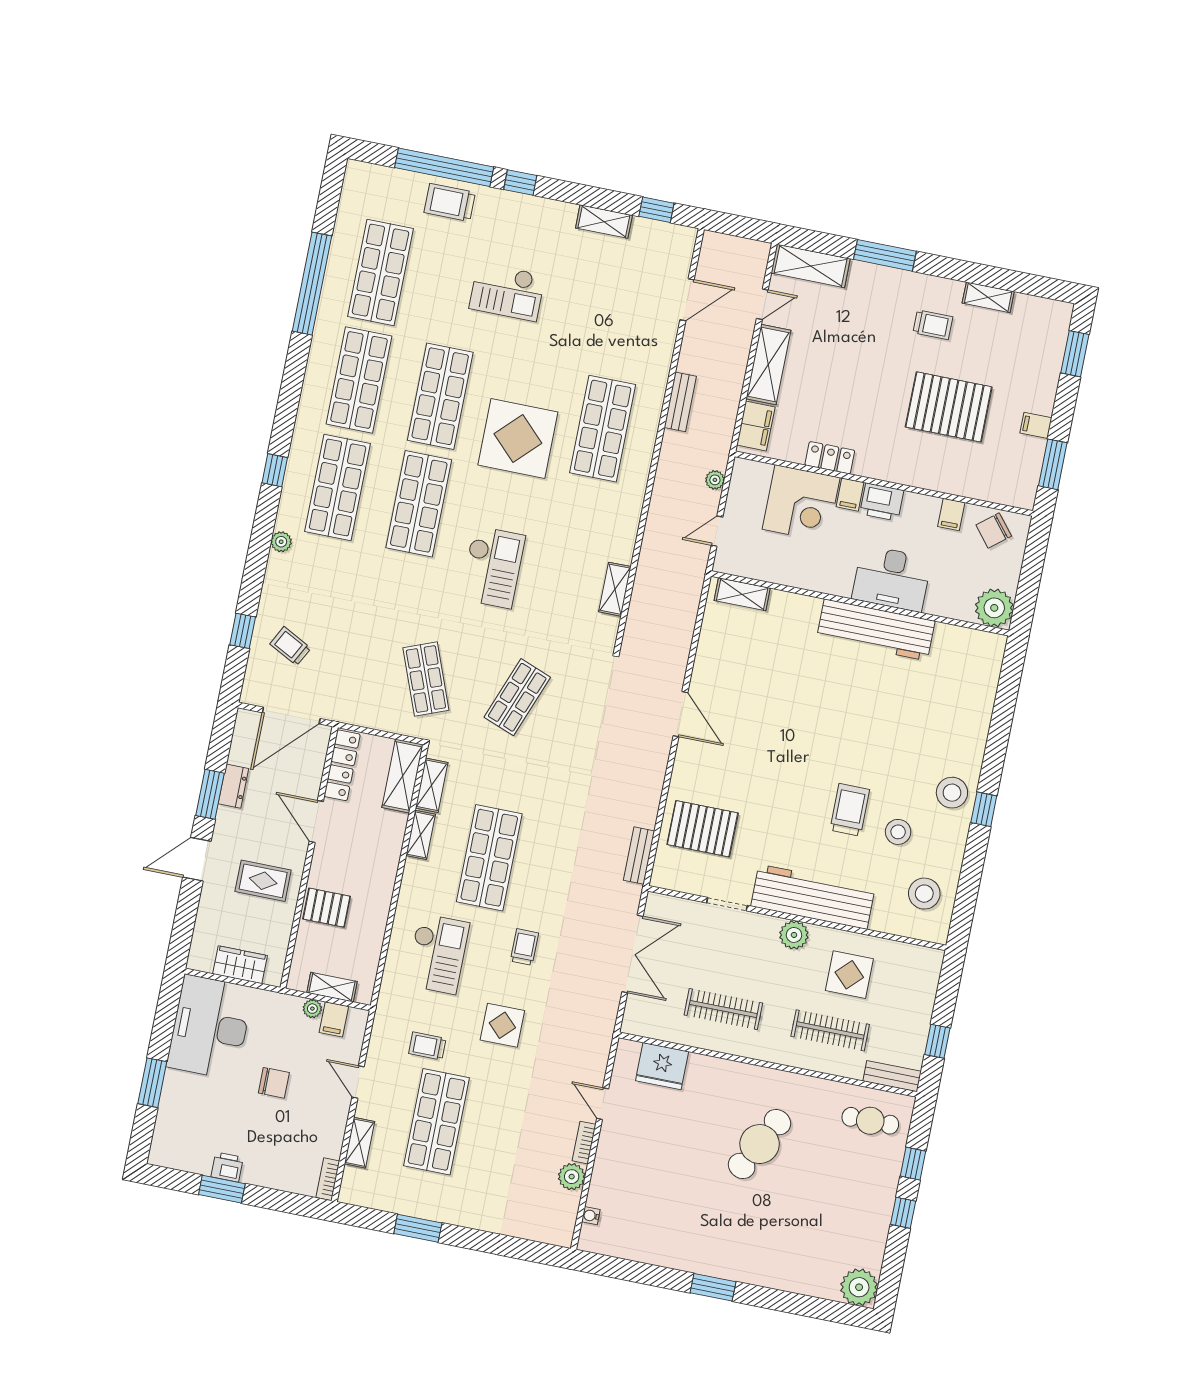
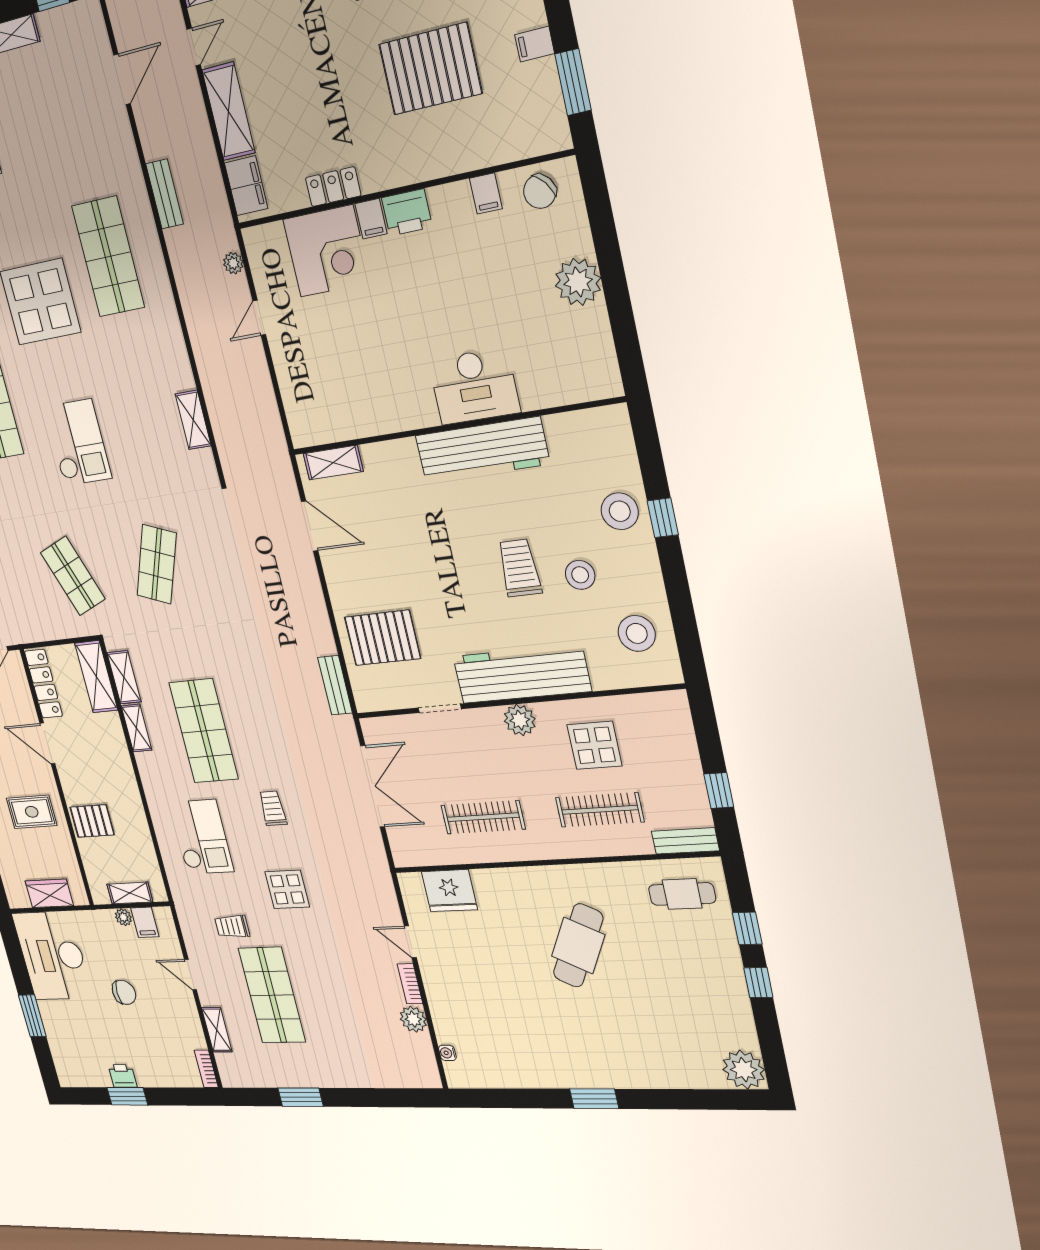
desk: (892, 578) -> (474, 386), moved
shelving: (742, 594) -> (333, 463), moved
wall: (860, 603) -> (453, 427), moved
workbench: (876, 630) -> (482, 450), moved

